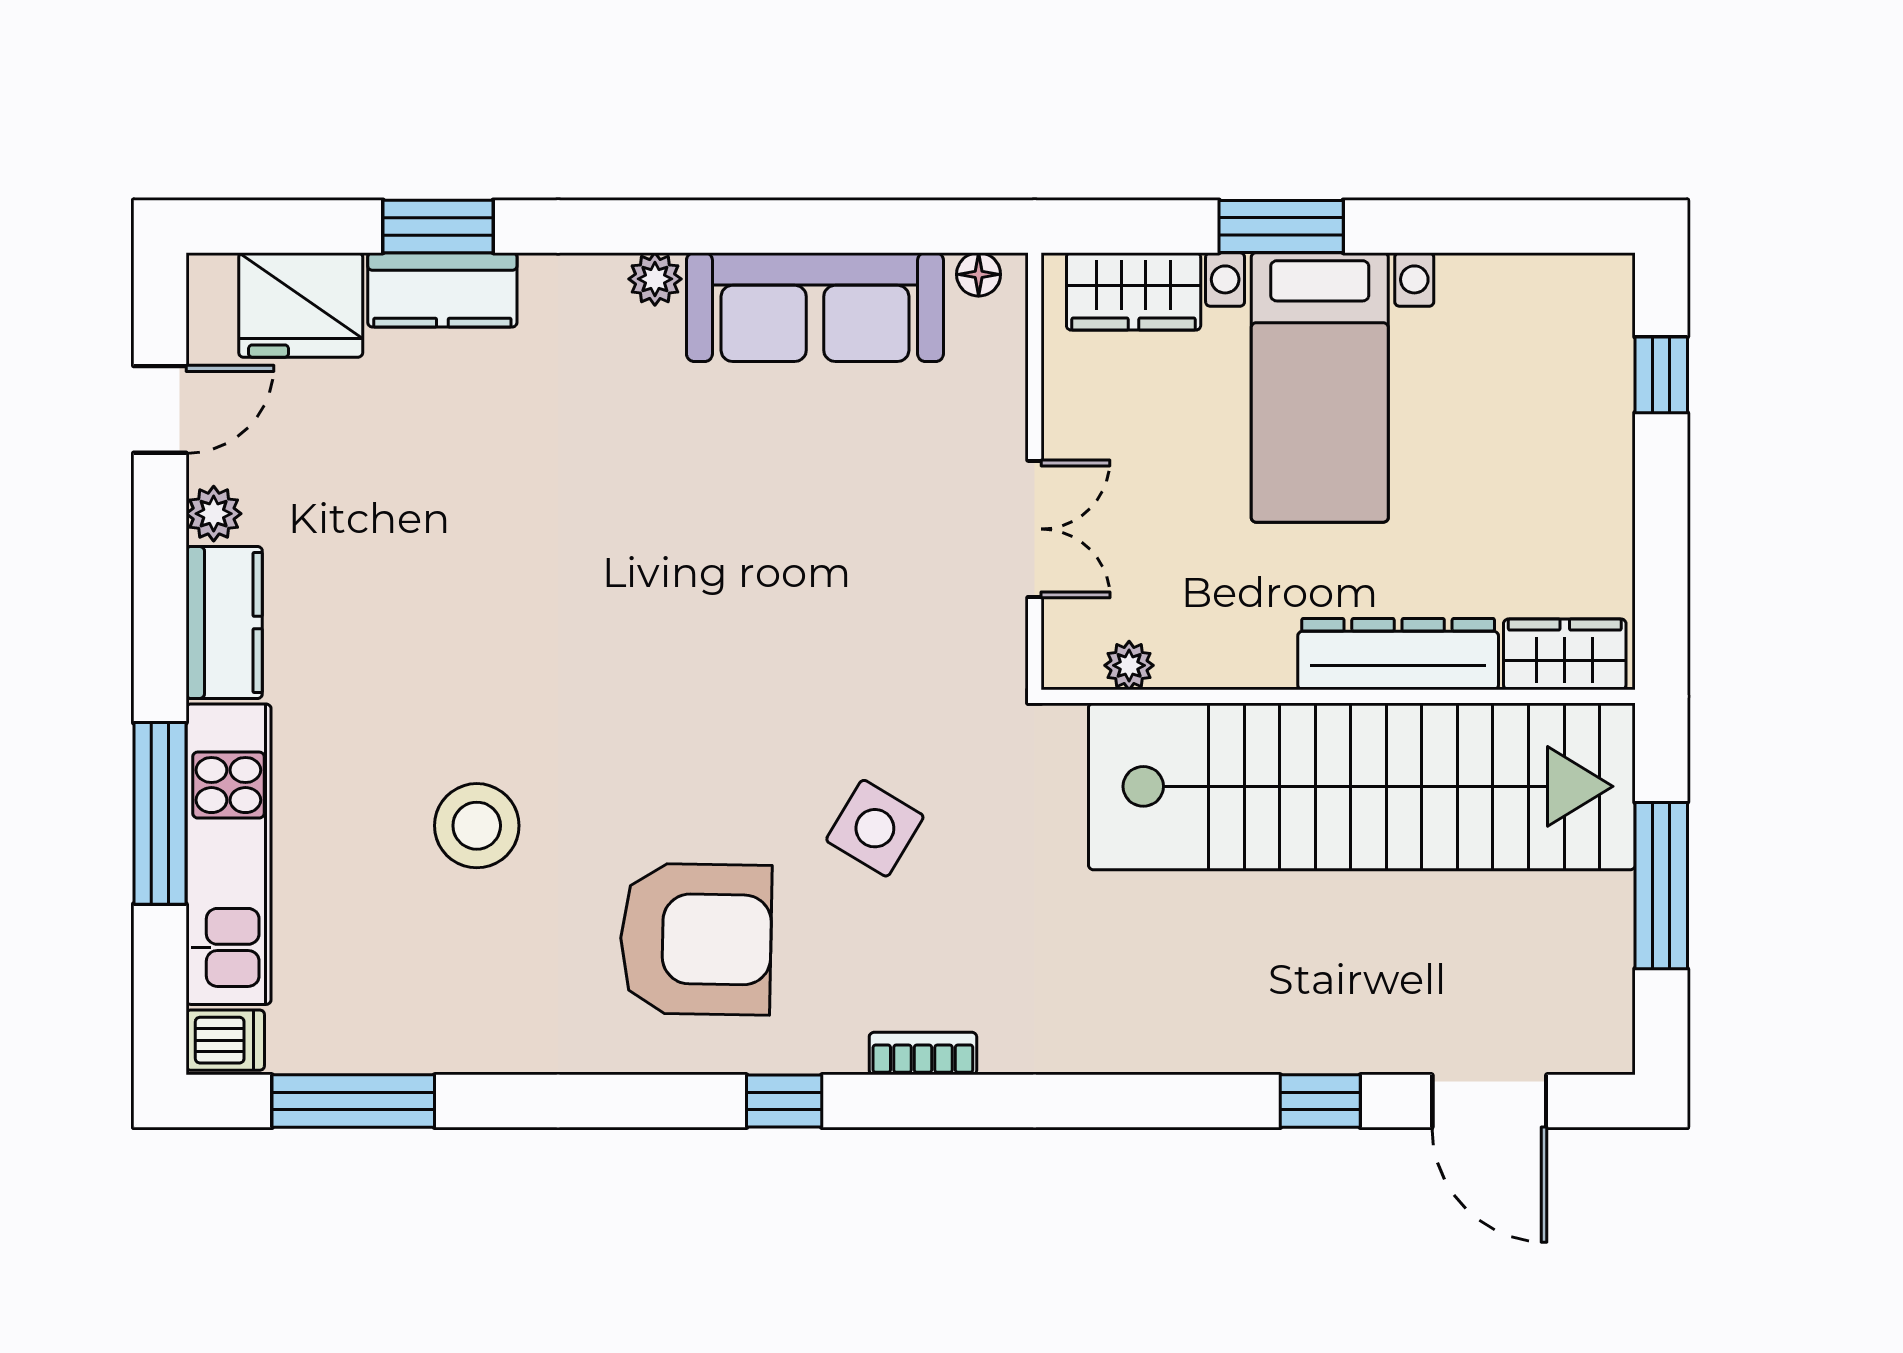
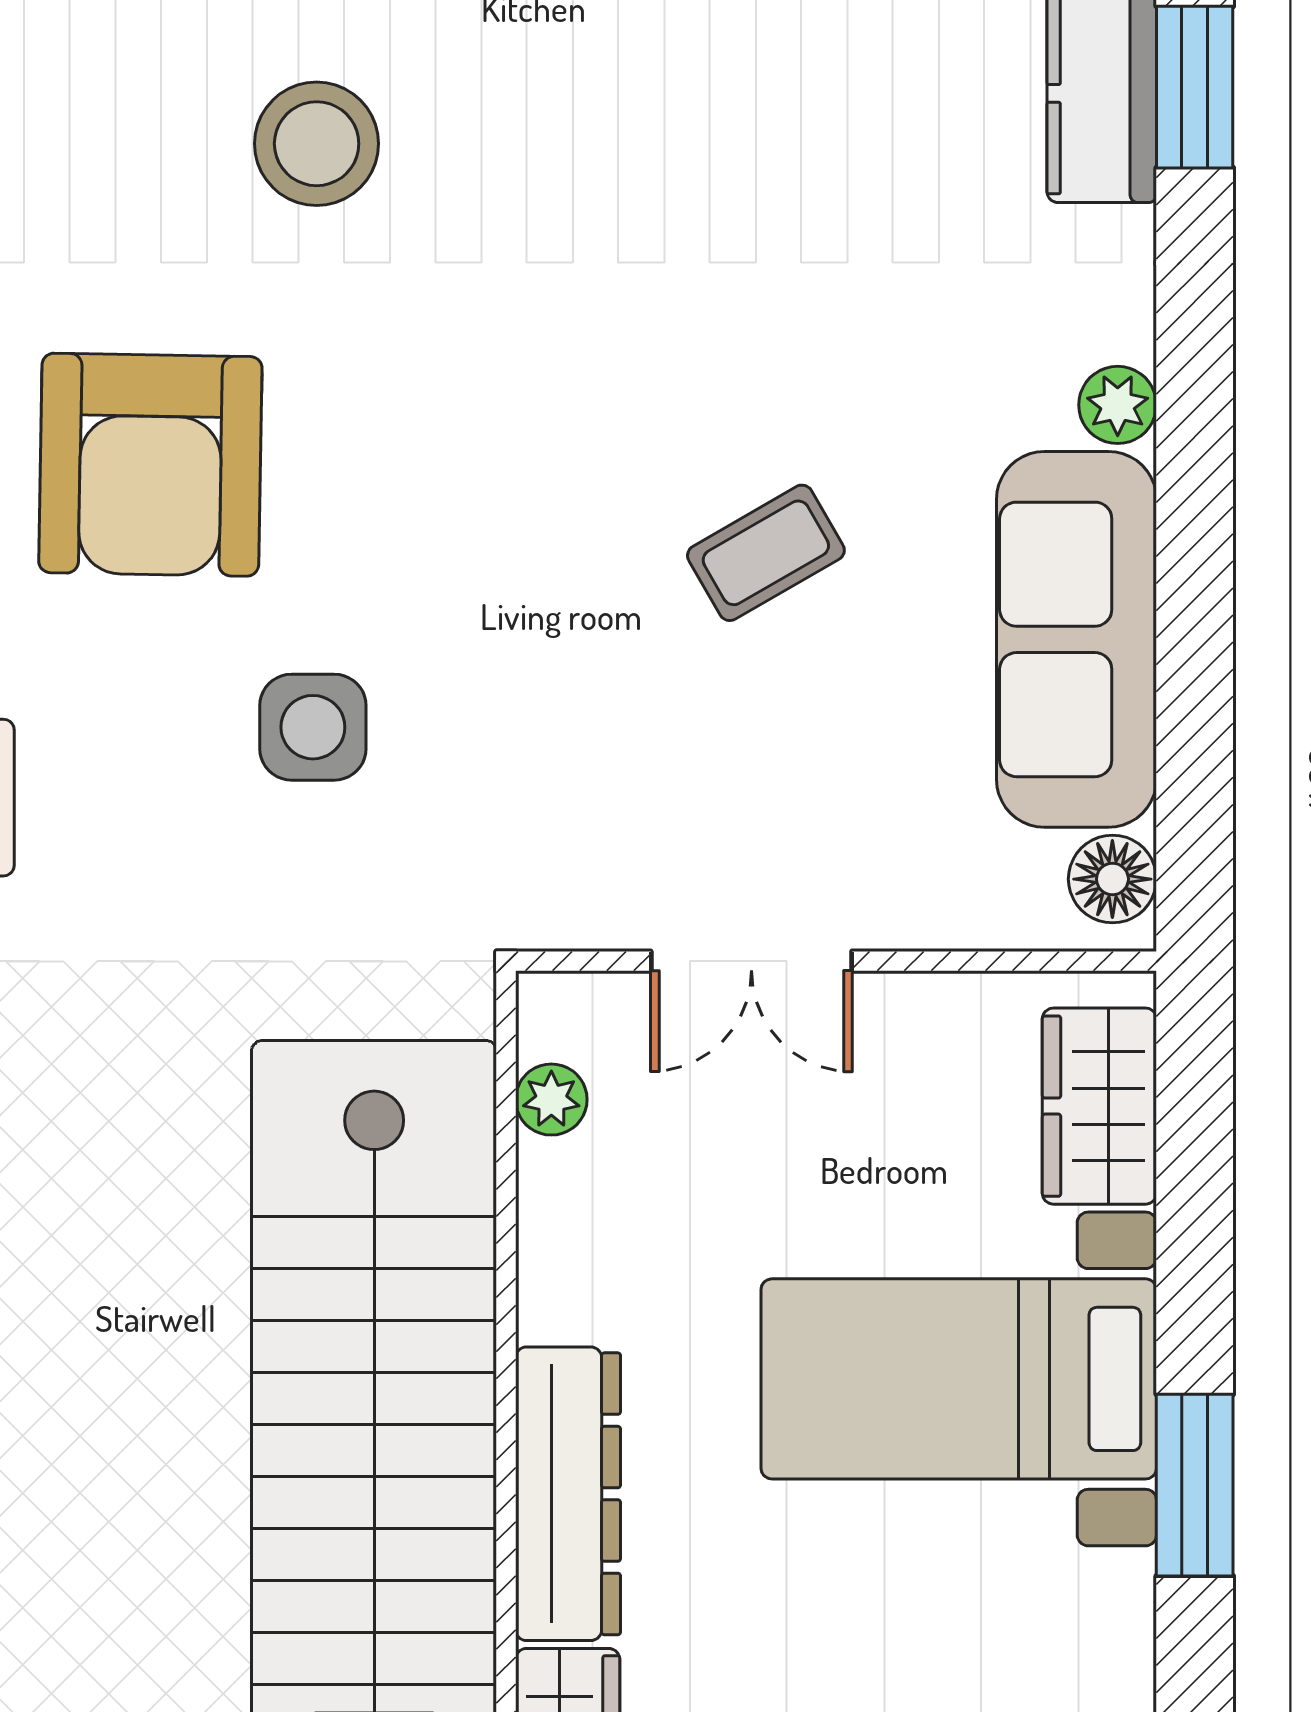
window: (1281, 226) -> (1195, 1485), moved
floor lamp: (979, 274) -> (1112, 879), width x1.37, depth x1.37
coffee table: (756, 519) -> (766, 553), added
side table: (875, 828) -> (313, 727), turned -31

